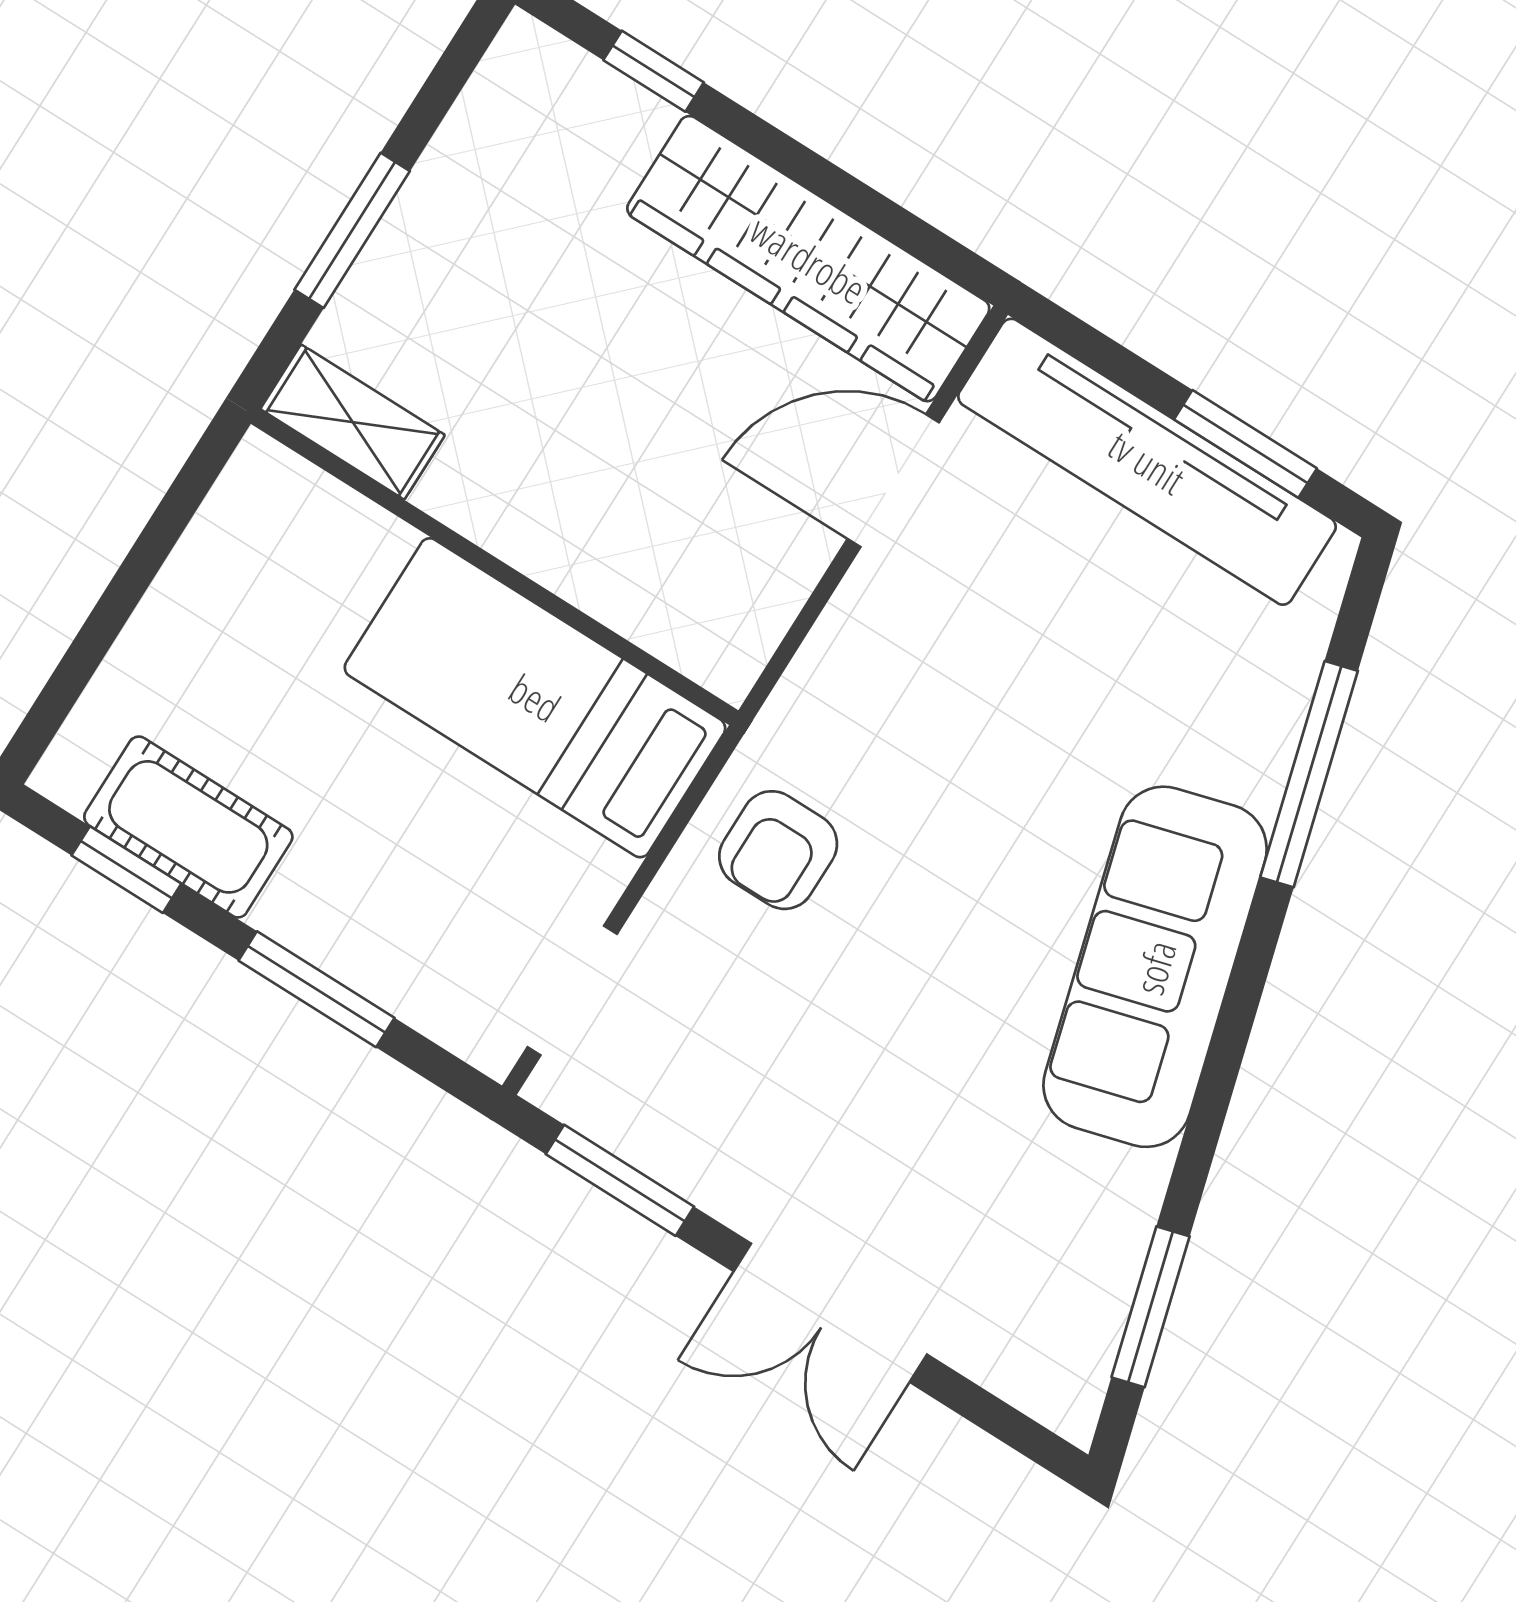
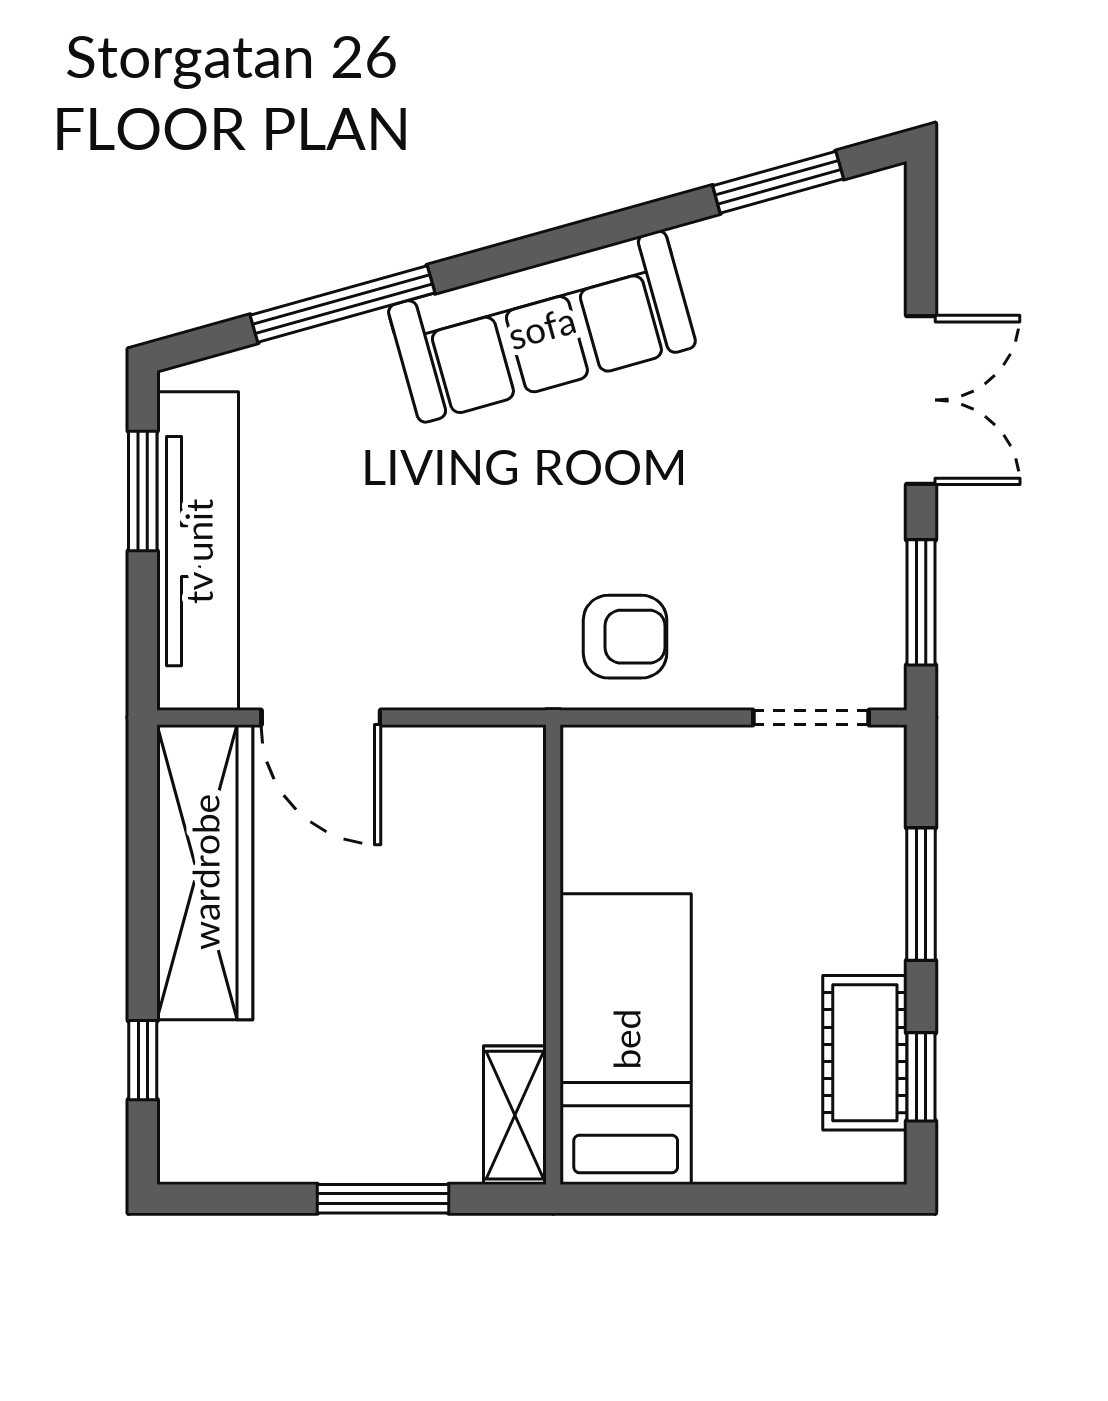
bed: (535, 698) -> (626, 1039), moved, turned 180

